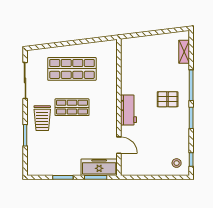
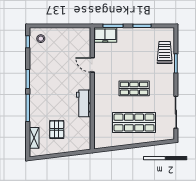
pallet: (168, 99) -> (57, 129), moved, turned 90
workbench: (129, 110) -> (84, 103), moved
trolley: (42, 118) -> (165, 53), moved
door: (119, 145) -> (92, 65), moved
freezer: (99, 167) -> (105, 35), width x0.71

